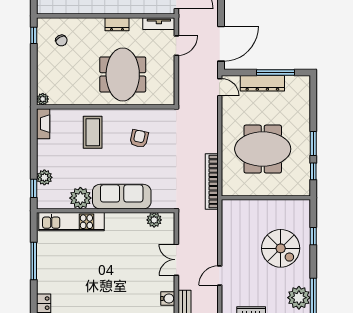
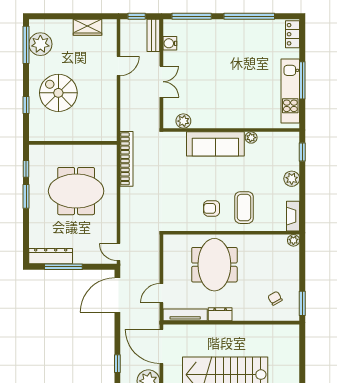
tv unit: (159, 24) -> (185, 315), width x1.41
window: (34, 35) -> (302, 303), width x1.50
dresser: (262, 83) -> (51, 256), moved
armchair: (139, 139) -> (212, 208), moved, turned 78
plant: (44, 177) -> (292, 179), moved
plant: (80, 198) -> (251, 138), width x0.53, depth x0.53
kitchen unit: (71, 222) -> (290, 91), moved, turned -90

